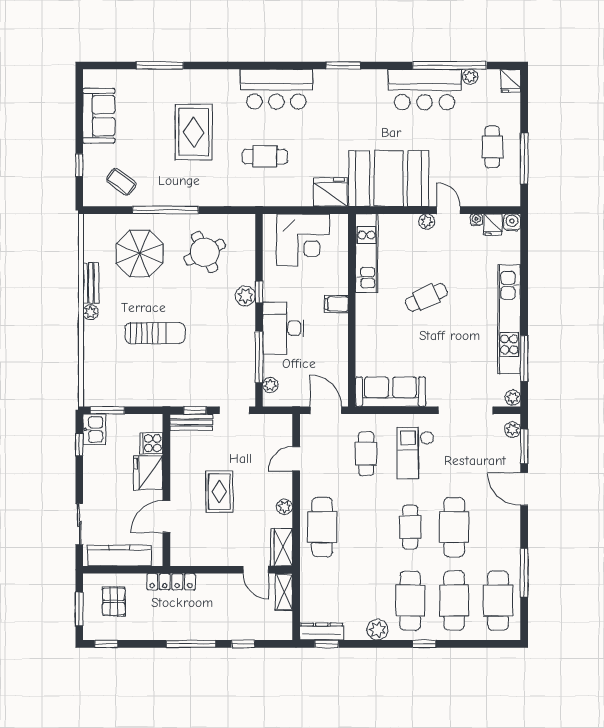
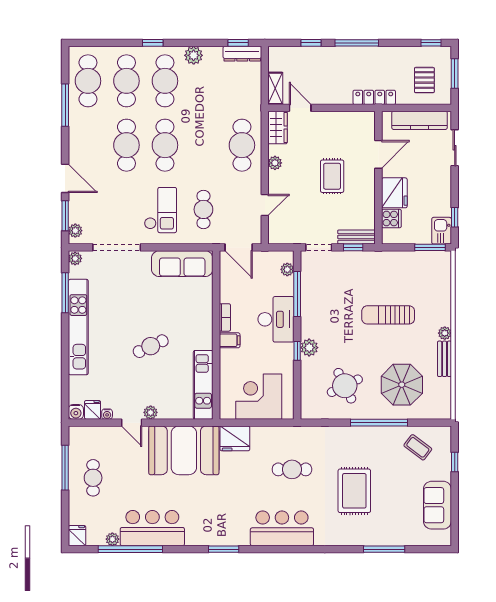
bookcase: (342, 330) -> (225, 317), added
cafe table: (410, 527) -> (165, 145), width x1.37, depth x1.35

